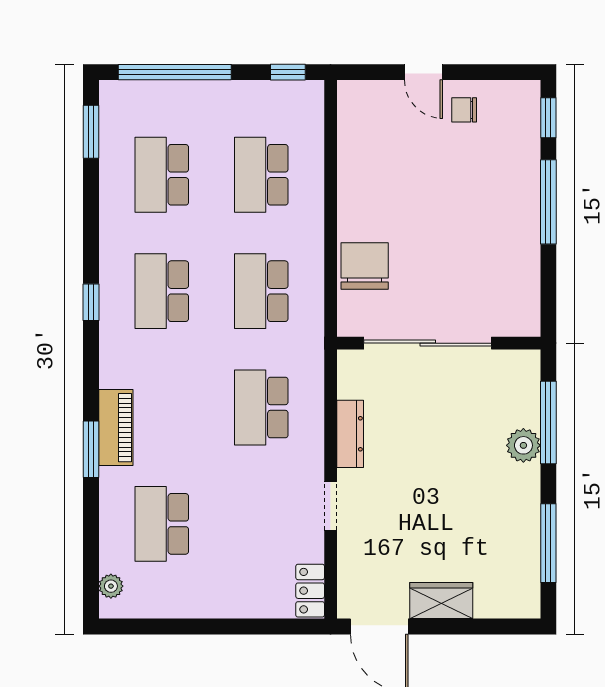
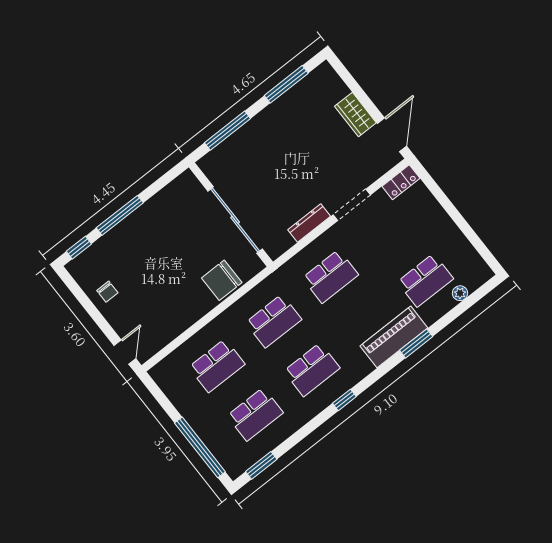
window: (288, 72) -> (157, 392), removed
door: (423, 72) -> (125, 352), moved
piano: (116, 428) -> (394, 337), width x1.37, depth x1.33
plant: (523, 445) -> (248, 134), removed
doorway: (331, 506) -> (352, 205), width x1.38
plant: (111, 586) -> (460, 293), moved

